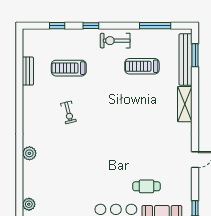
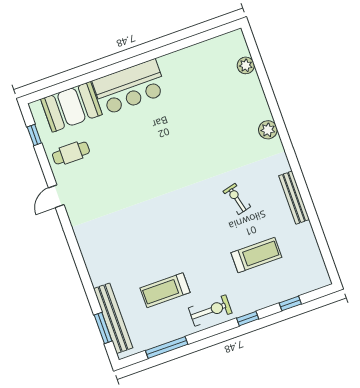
treadmill: (142, 66) -> (165, 290), turned 180
bench: (28, 71) -> (294, 198), moved, width x1.36
shelving: (185, 104) -> (94, 262), removed
cafe table: (146, 186) -> (71, 153), moved

